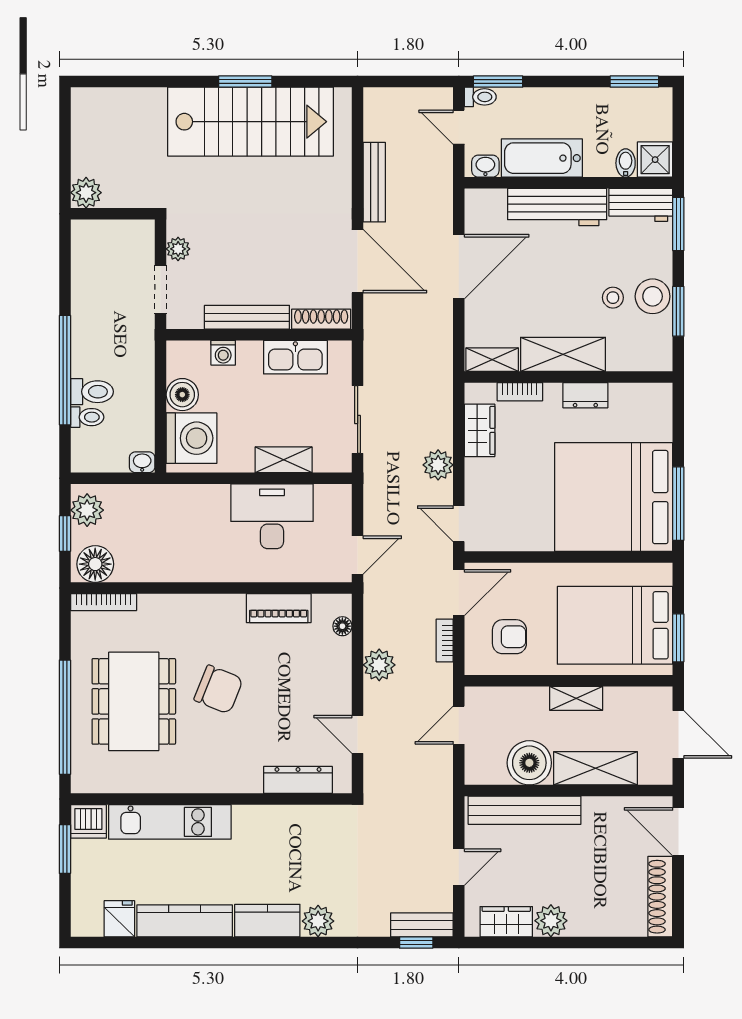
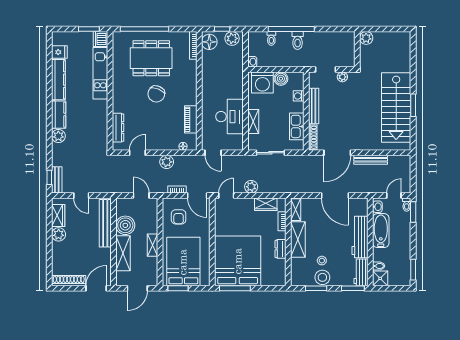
toilet: (92, 392) -> (298, 40), moved

